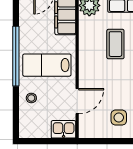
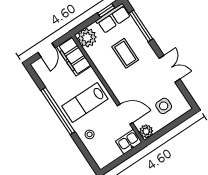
door: (77, 101) -> (125, 114), hinge flipped
plant: (86, 131) -> (146, 131), added

